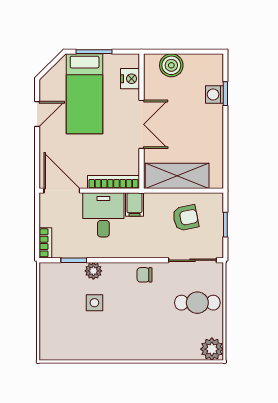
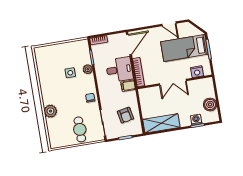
boiler: (171, 65) -> (210, 104), moved
shelving: (177, 176) -> (161, 123), moved, turned 90
plant: (212, 349) -> (50, 111), moved

